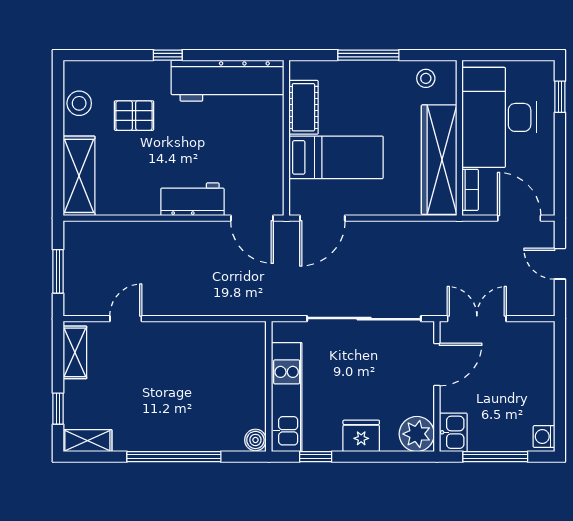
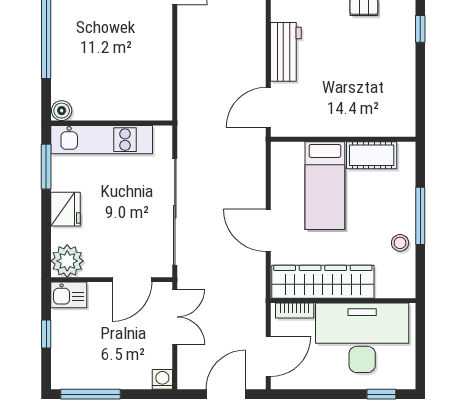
stool: (426, 78) -> (400, 243), moved
workbench: (227, 81) -> (396, 85), removed
door: (322, 218) -> (268, 230), moved
door: (560, 264) -> (226, 394), width x1.38
door: (437, 365) -> (132, 280), hinge flipped
window: (560, 409) -> (90, 394), added
washing machine: (544, 437) -> (162, 379), moved
window: (316, 457) -> (46, 167), width x1.50
window: (495, 457) -> (46, 334), width x0.46

